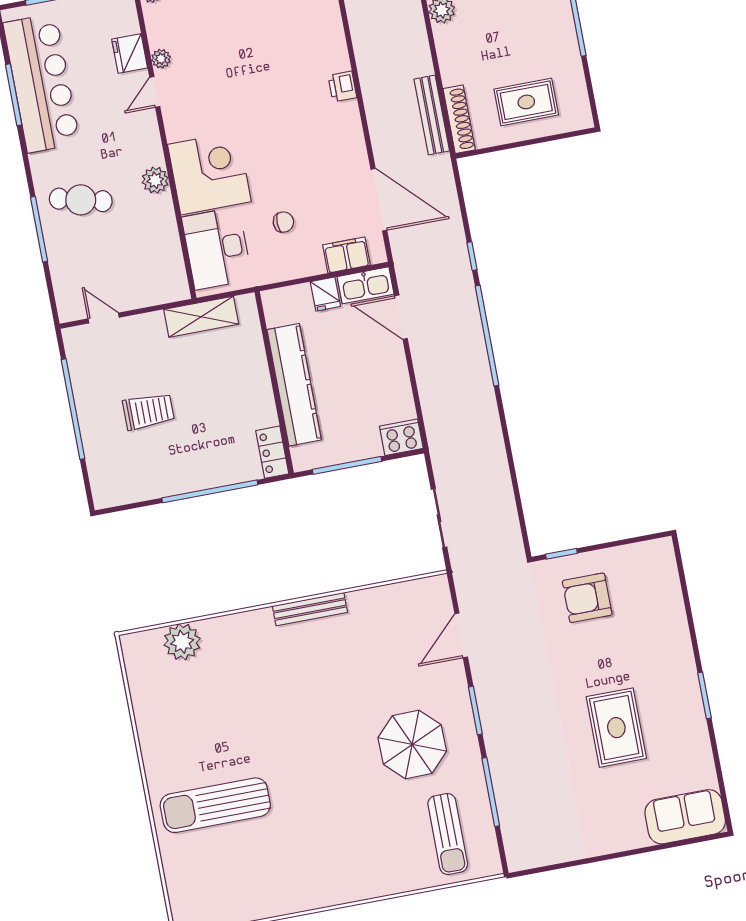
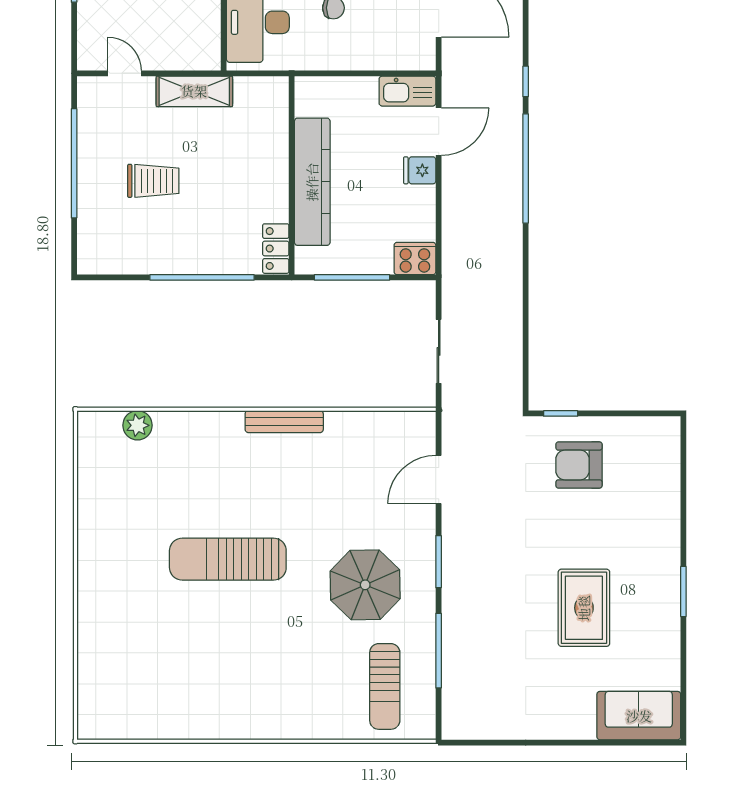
filing cabinet: (346, 255) -> (393, 55), removed
fridge: (325, 294) -> (420, 170), moved, turned 90
shelving: (201, 317) -> (194, 91), moved
door: (401, 317) -> (439, 132), swing flipped
plant: (182, 642) -> (138, 425), width x0.73, depth x0.73
sun lounger: (215, 805) -> (228, 559), moved

